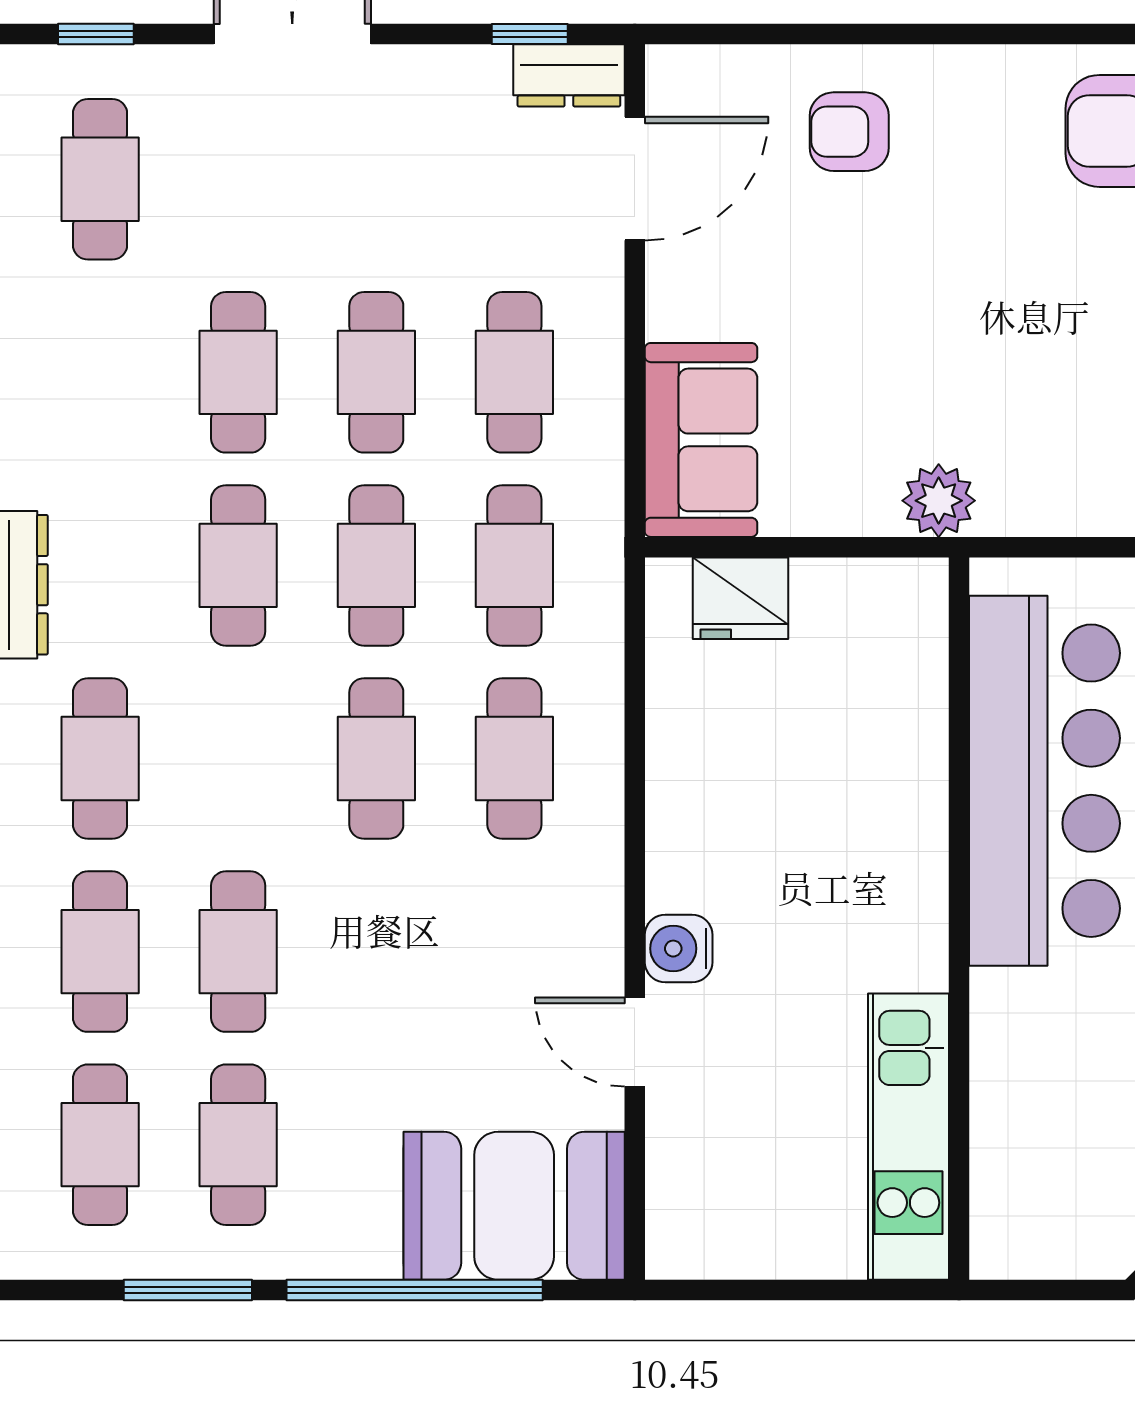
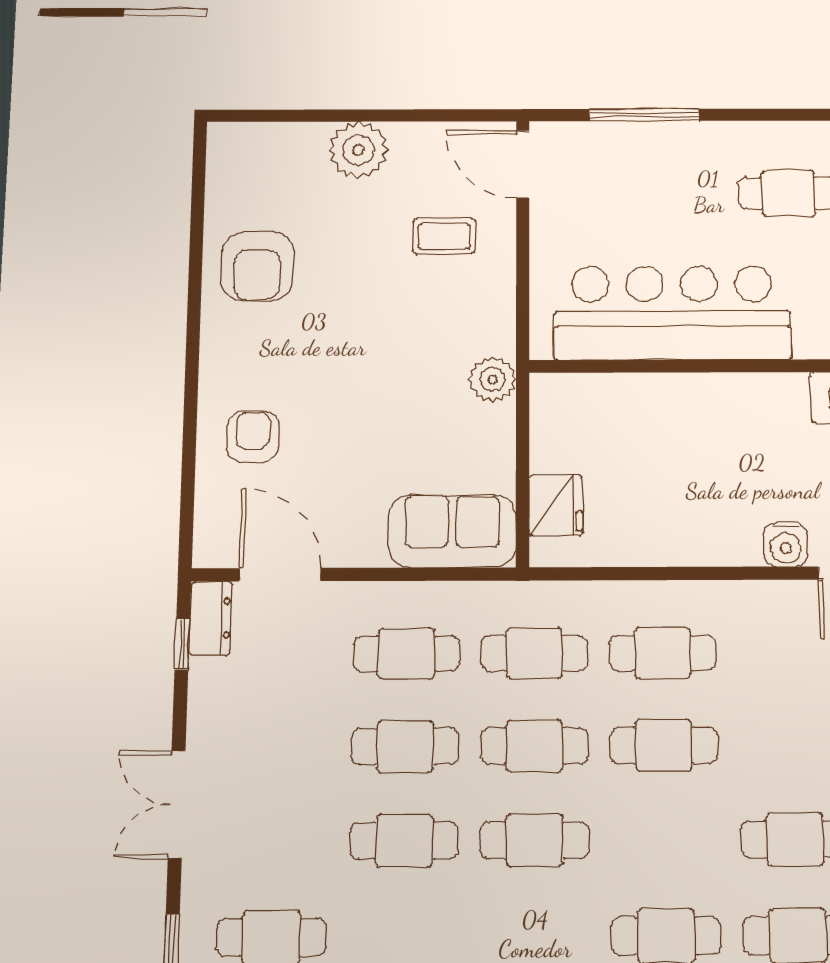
armchair: (849, 132) -> (253, 436), turned 180

